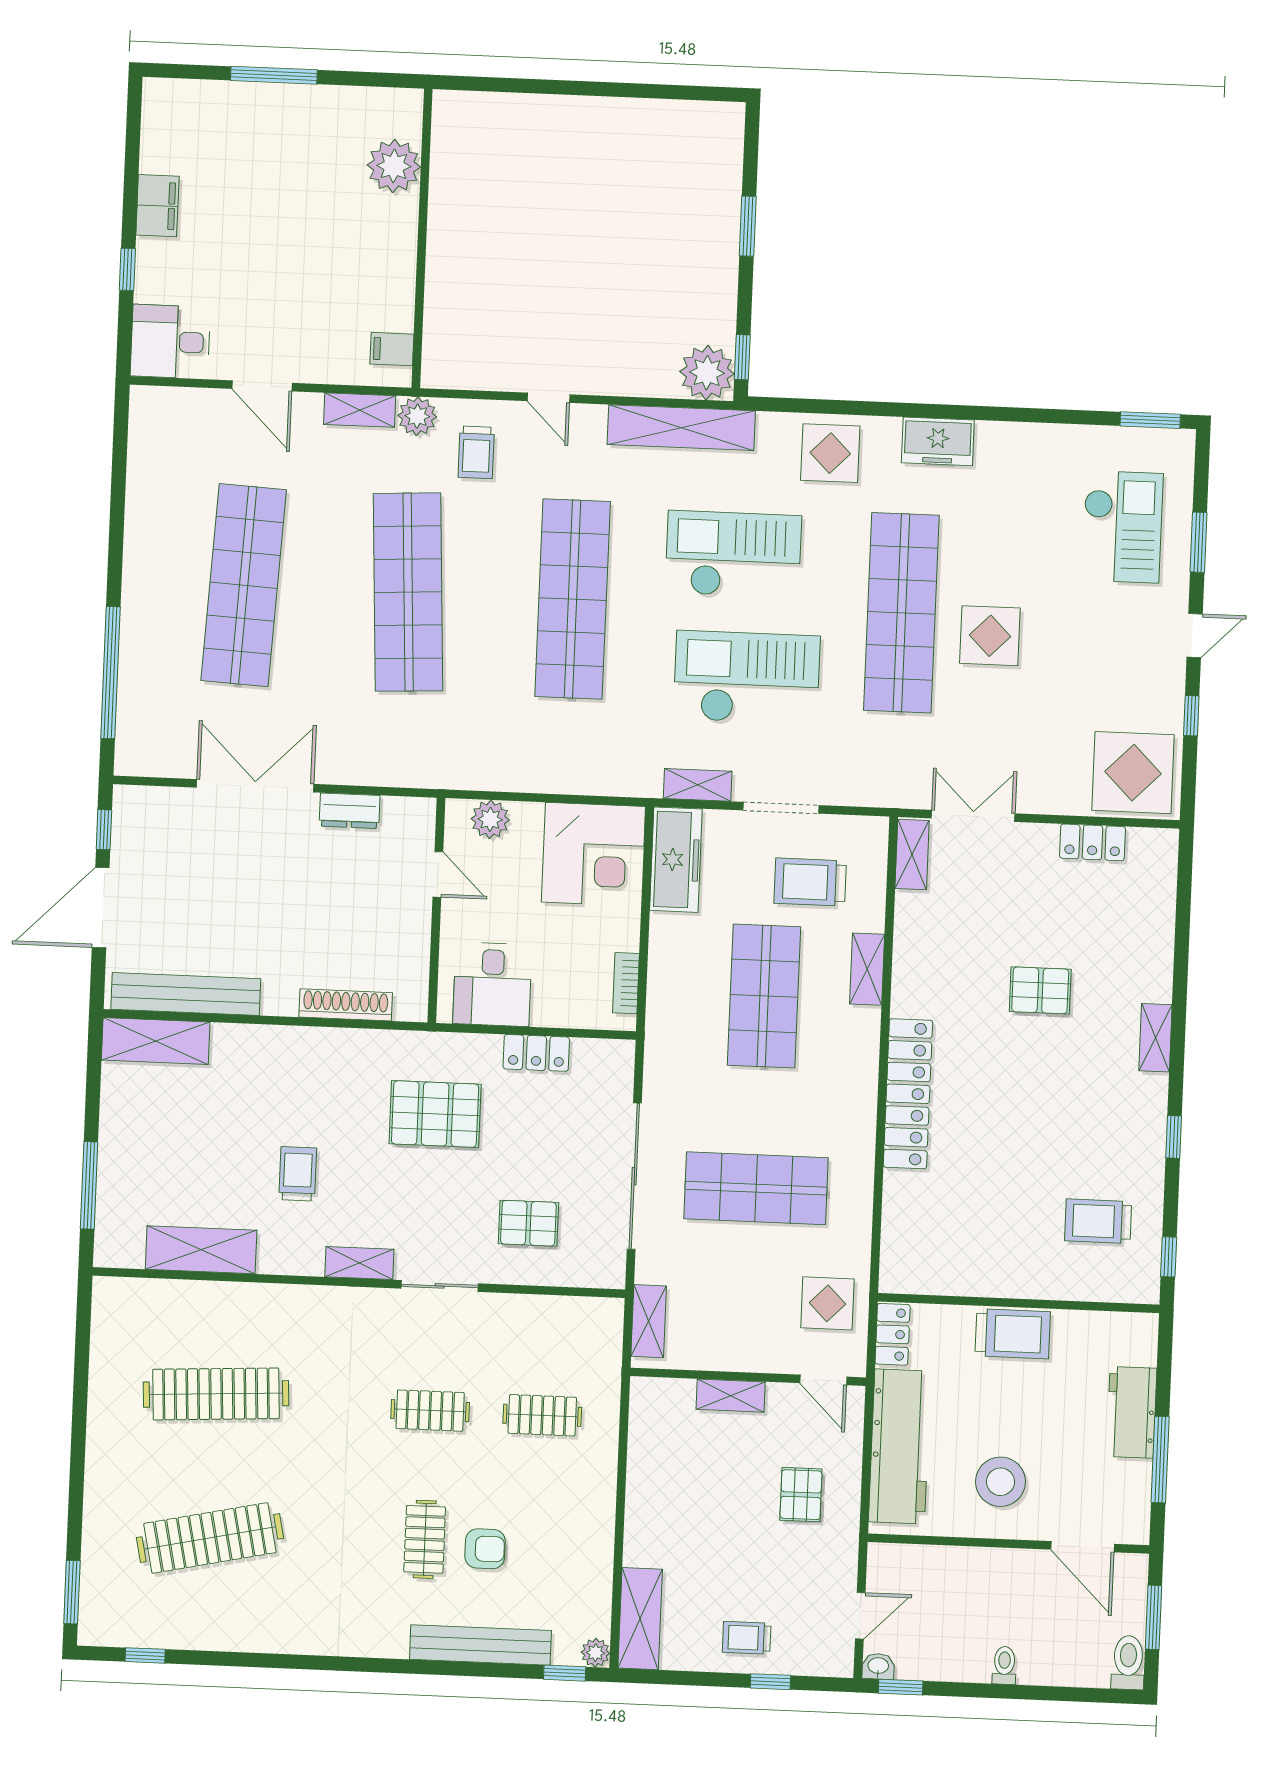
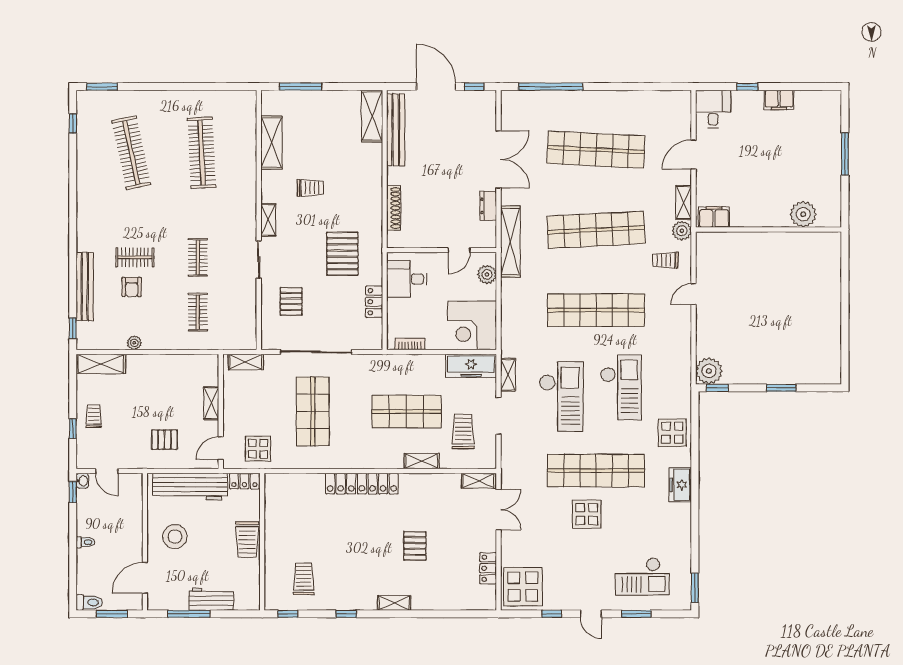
filing cabinet: (392, 349) -> (714, 217), width x2.00
shelving: (681, 428) -> (510, 242), moved
plant: (595, 1653) -> (134, 343), moved

